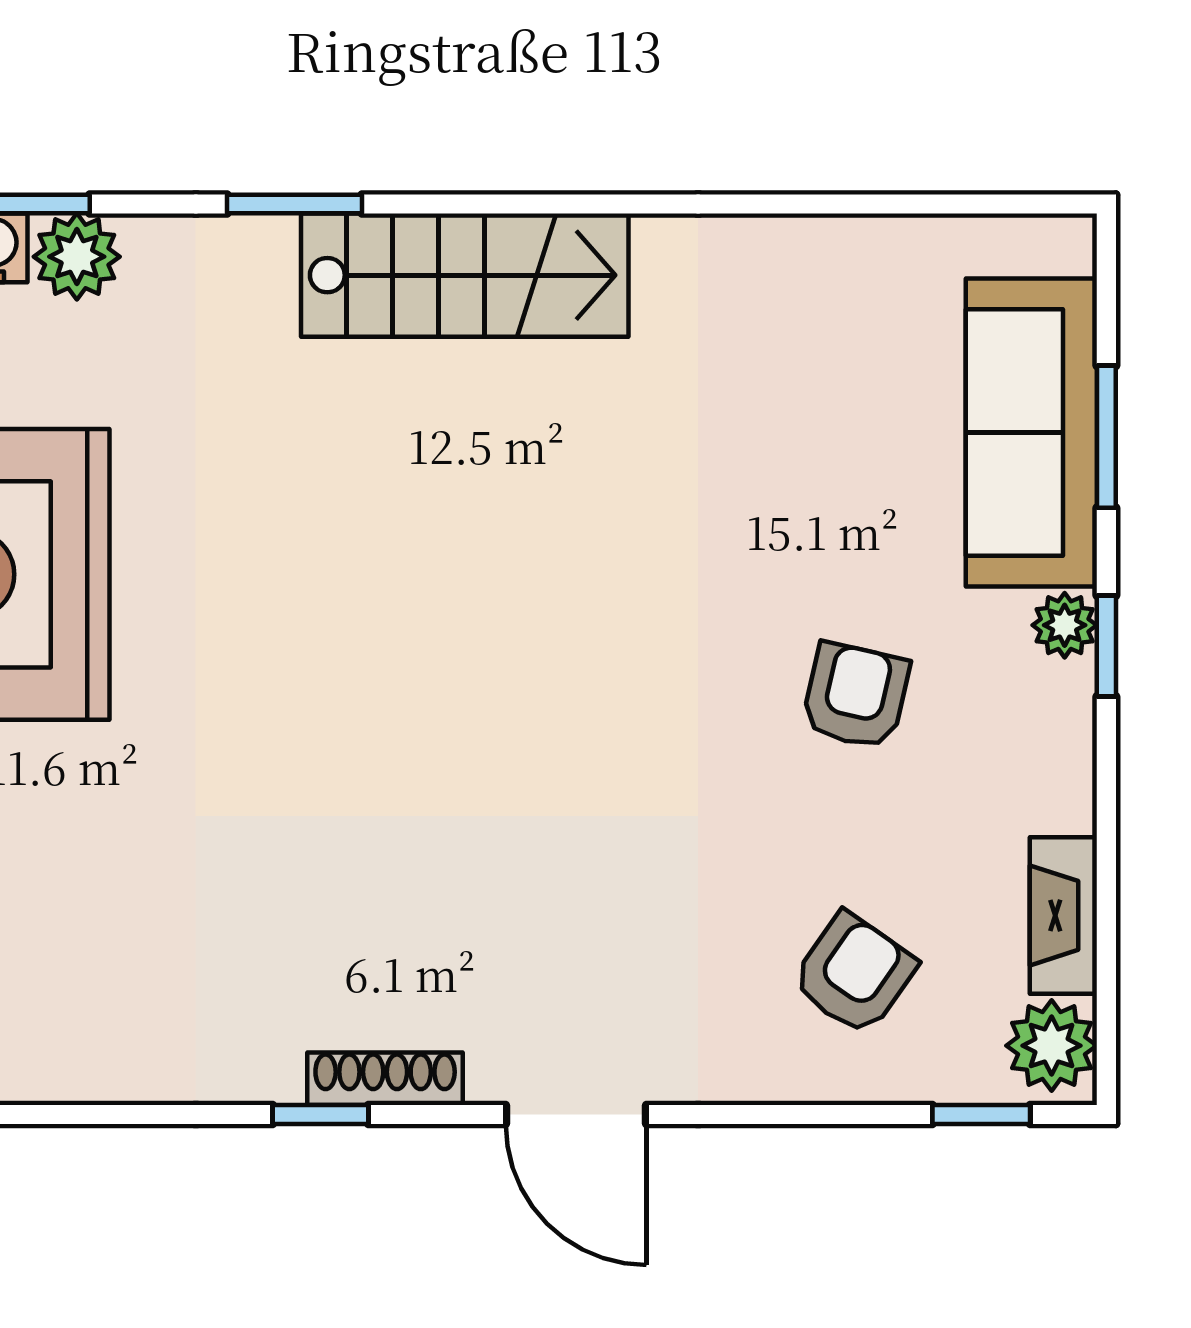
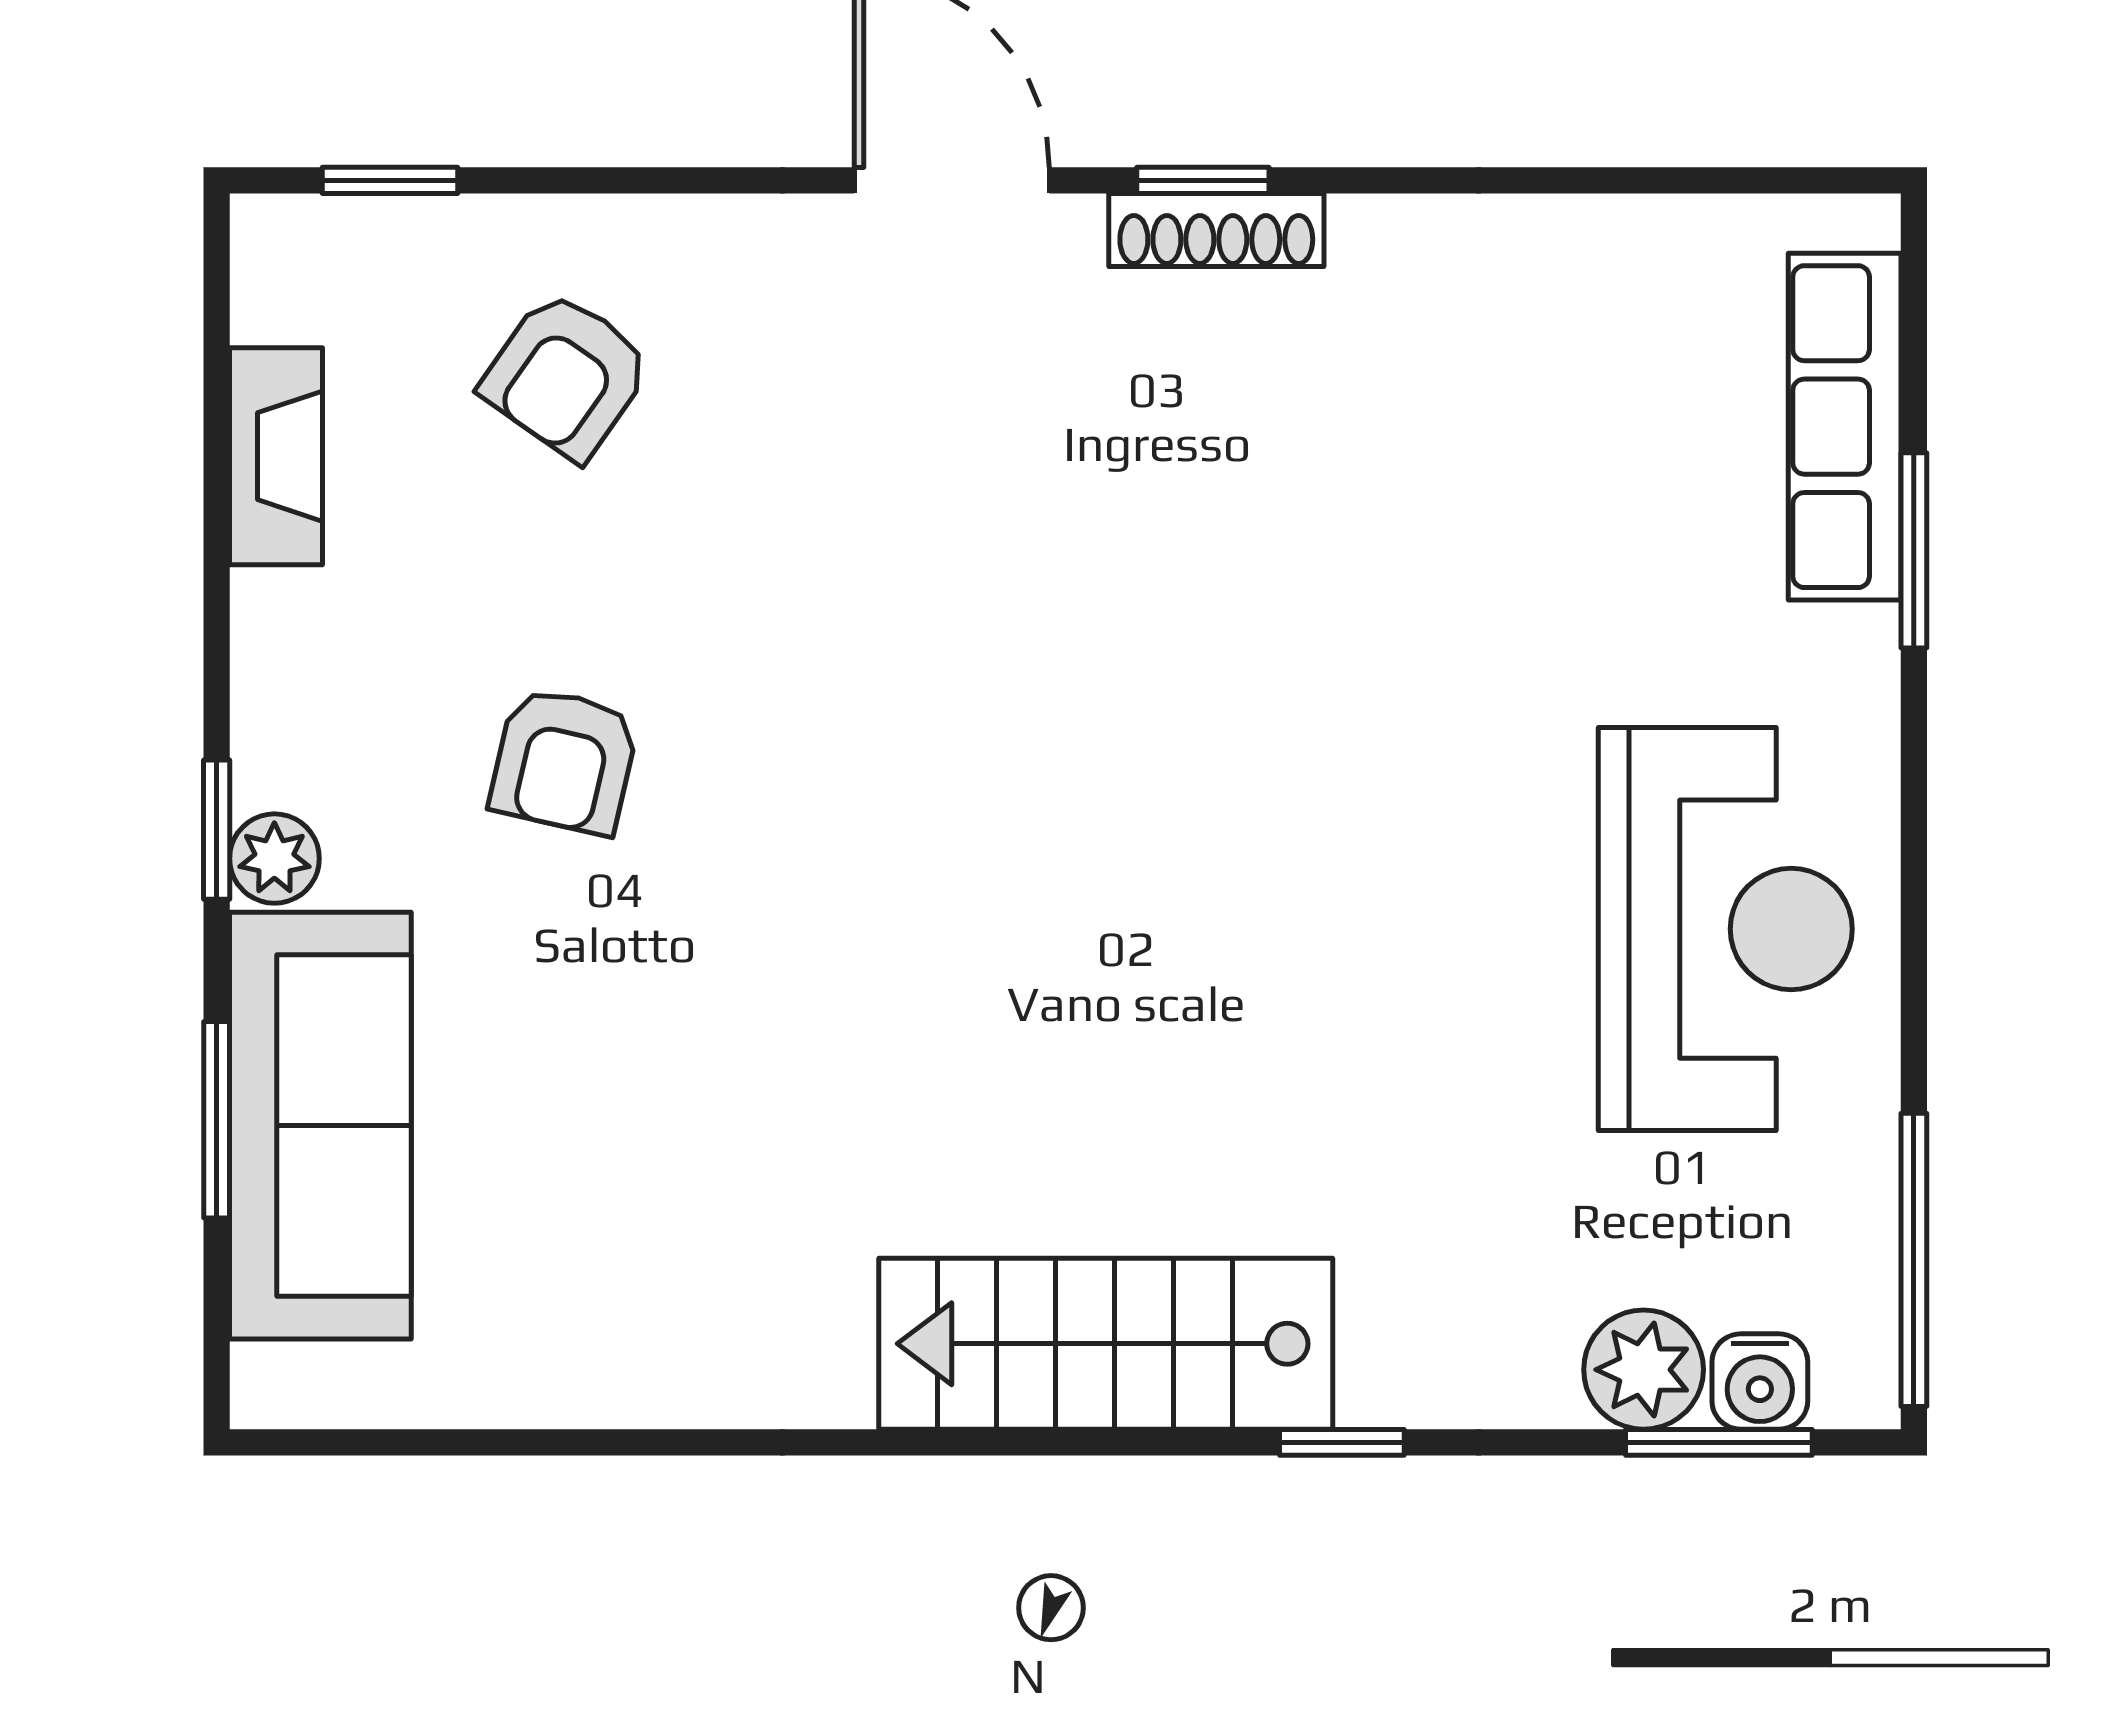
window: (295, 204) -> (1342, 1442), width x0.67
plant: (1052, 1046) -> (293, 276), removed
window: (321, 1114) -> (1203, 180), moved

